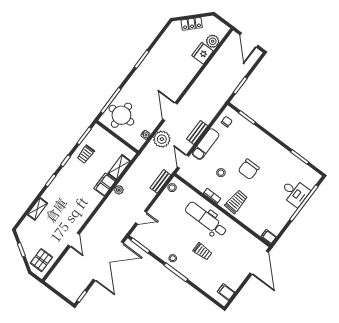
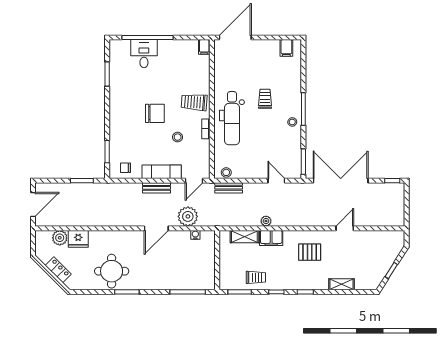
round table: (121, 115) -> (112, 271), moved
pallet: (41, 260) -> (310, 252), moved

